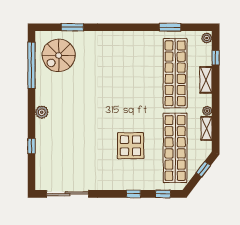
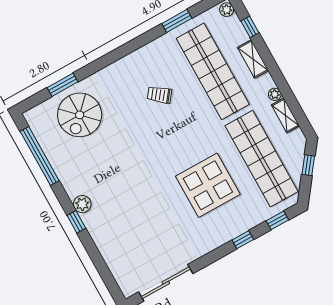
spiral stairs: (59, 55) -> (80, 115), moved
trolley: (132, 69) -> (160, 95), added
window: (32, 146) -> (76, 222), moved
display table: (131, 146) -> (208, 185), width x1.36, depth x1.36

